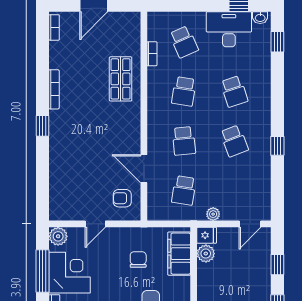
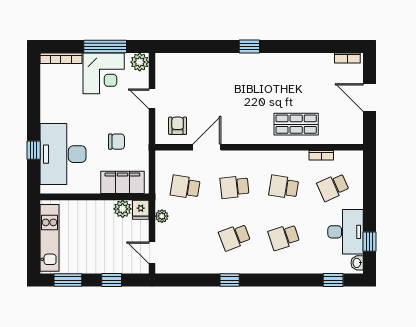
bookcase: (54, 89) -> (286, 58), removed

